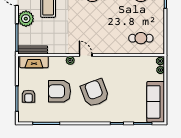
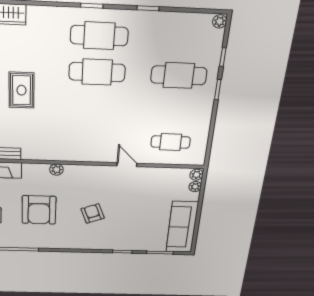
door: (86, 55) -> (127, 165), moved
armchair: (60, 91) -> (39, 210), turned -90
armchair: (95, 93) -> (93, 213), width x0.53, depth x0.53

